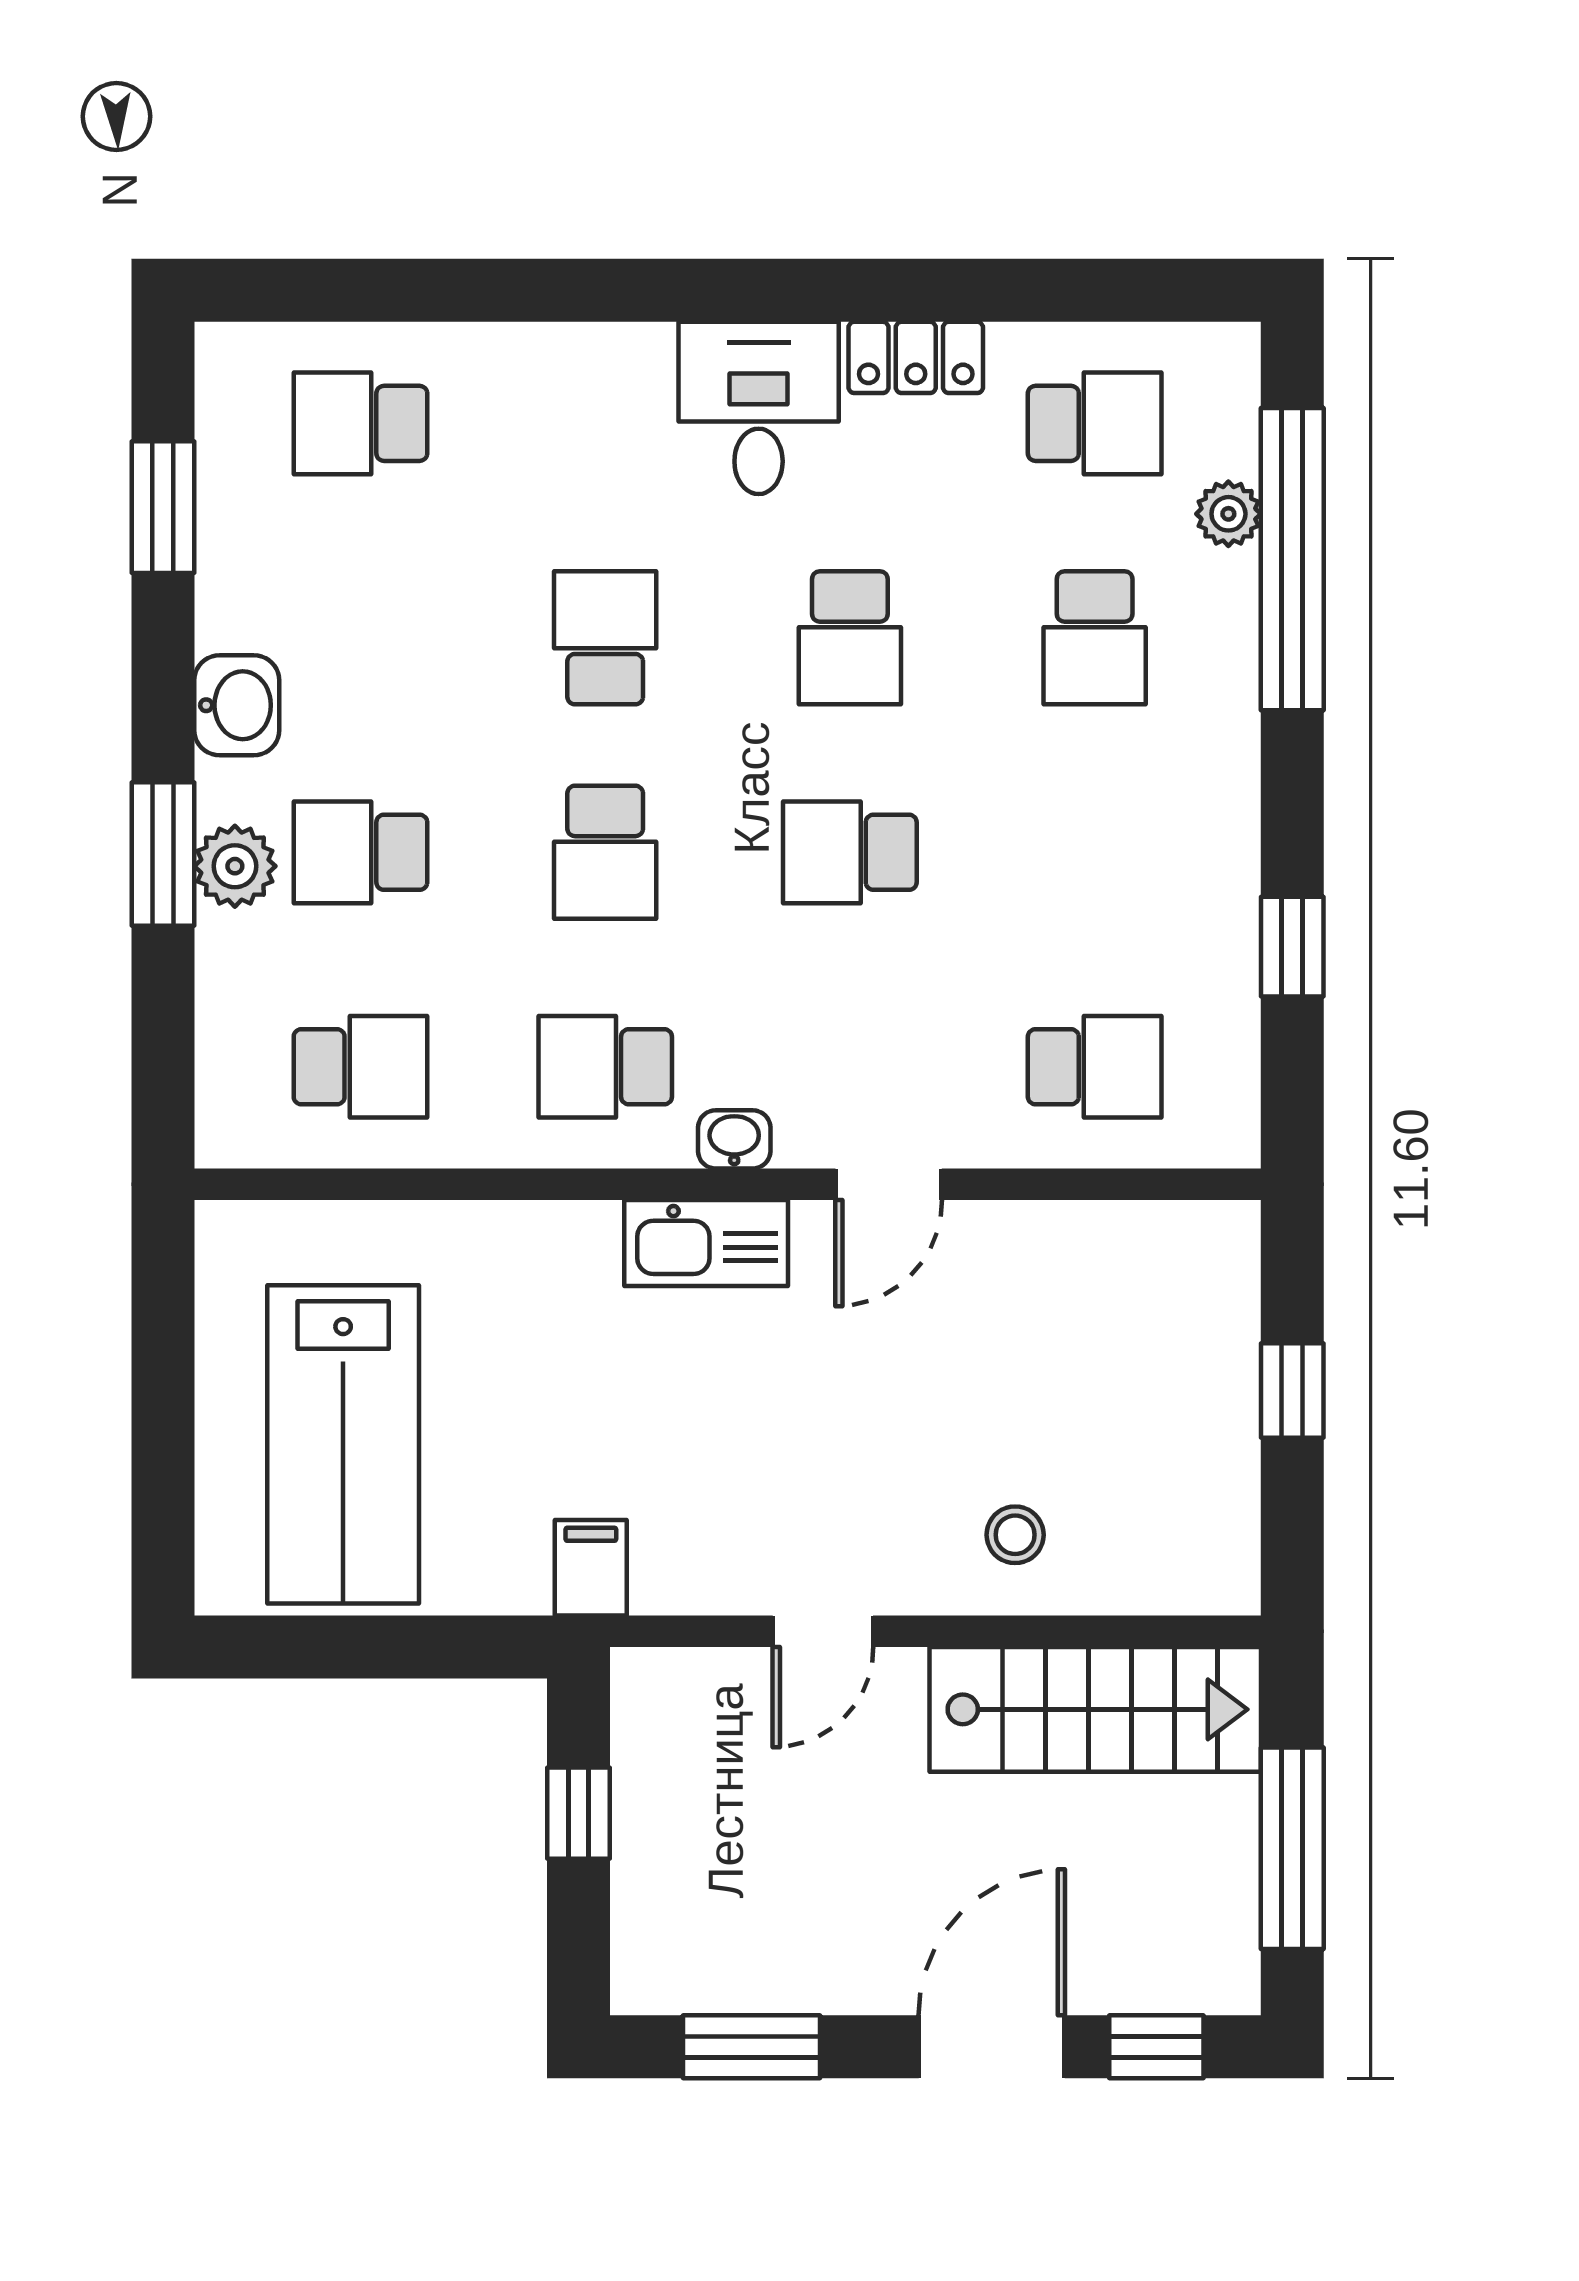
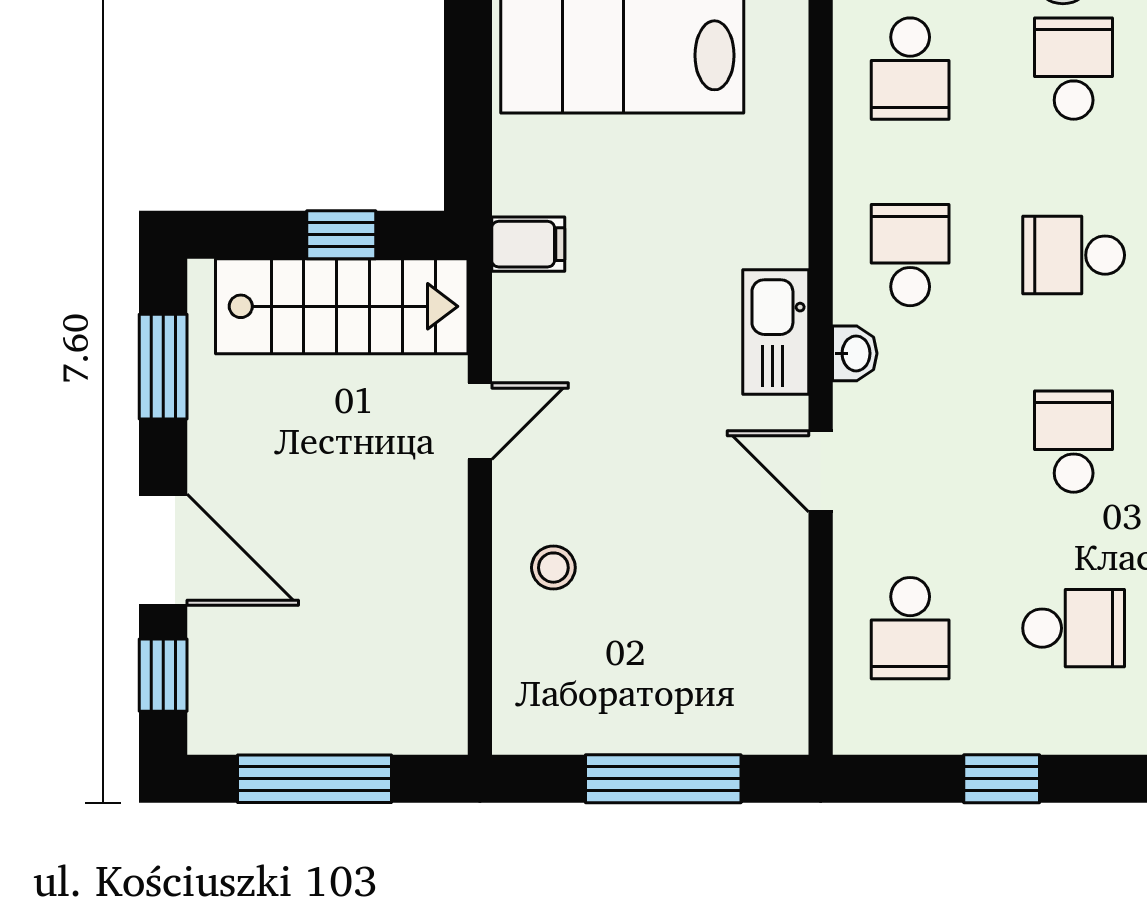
school desk: (1095, 852) -> (1074, 628), added
window: (1292, 1391) -> (663, 779), width x2.17
door: (823, 1631) -> (480, 421), swing flipped
stairs: (1095, 1709) -> (342, 306), moved, turned -90

